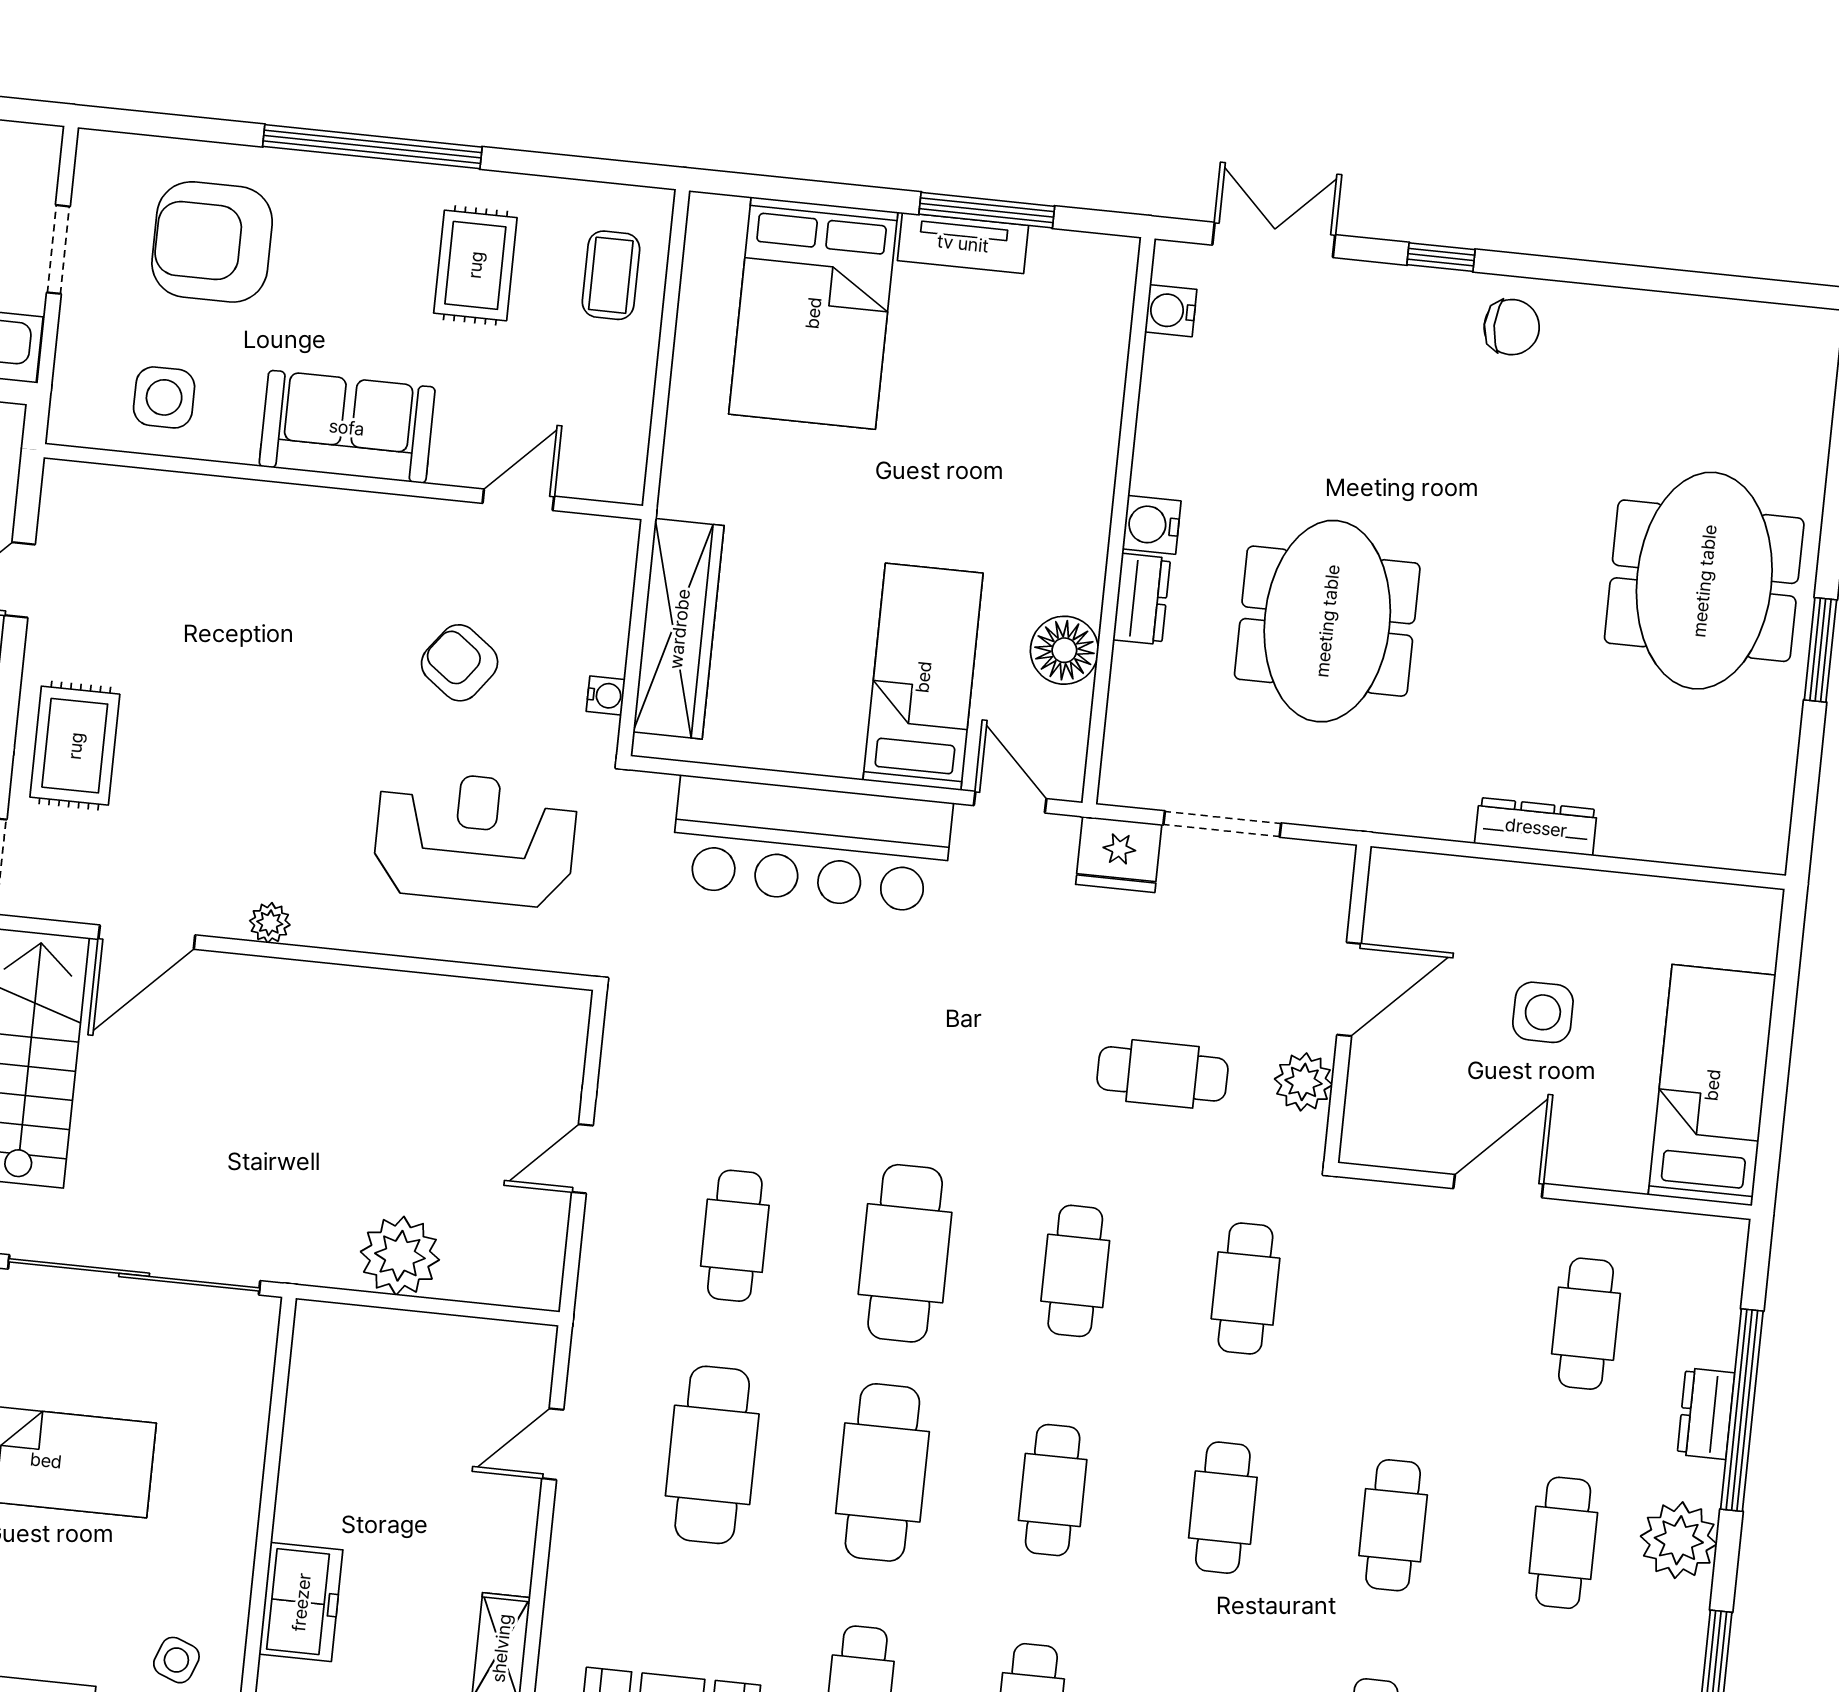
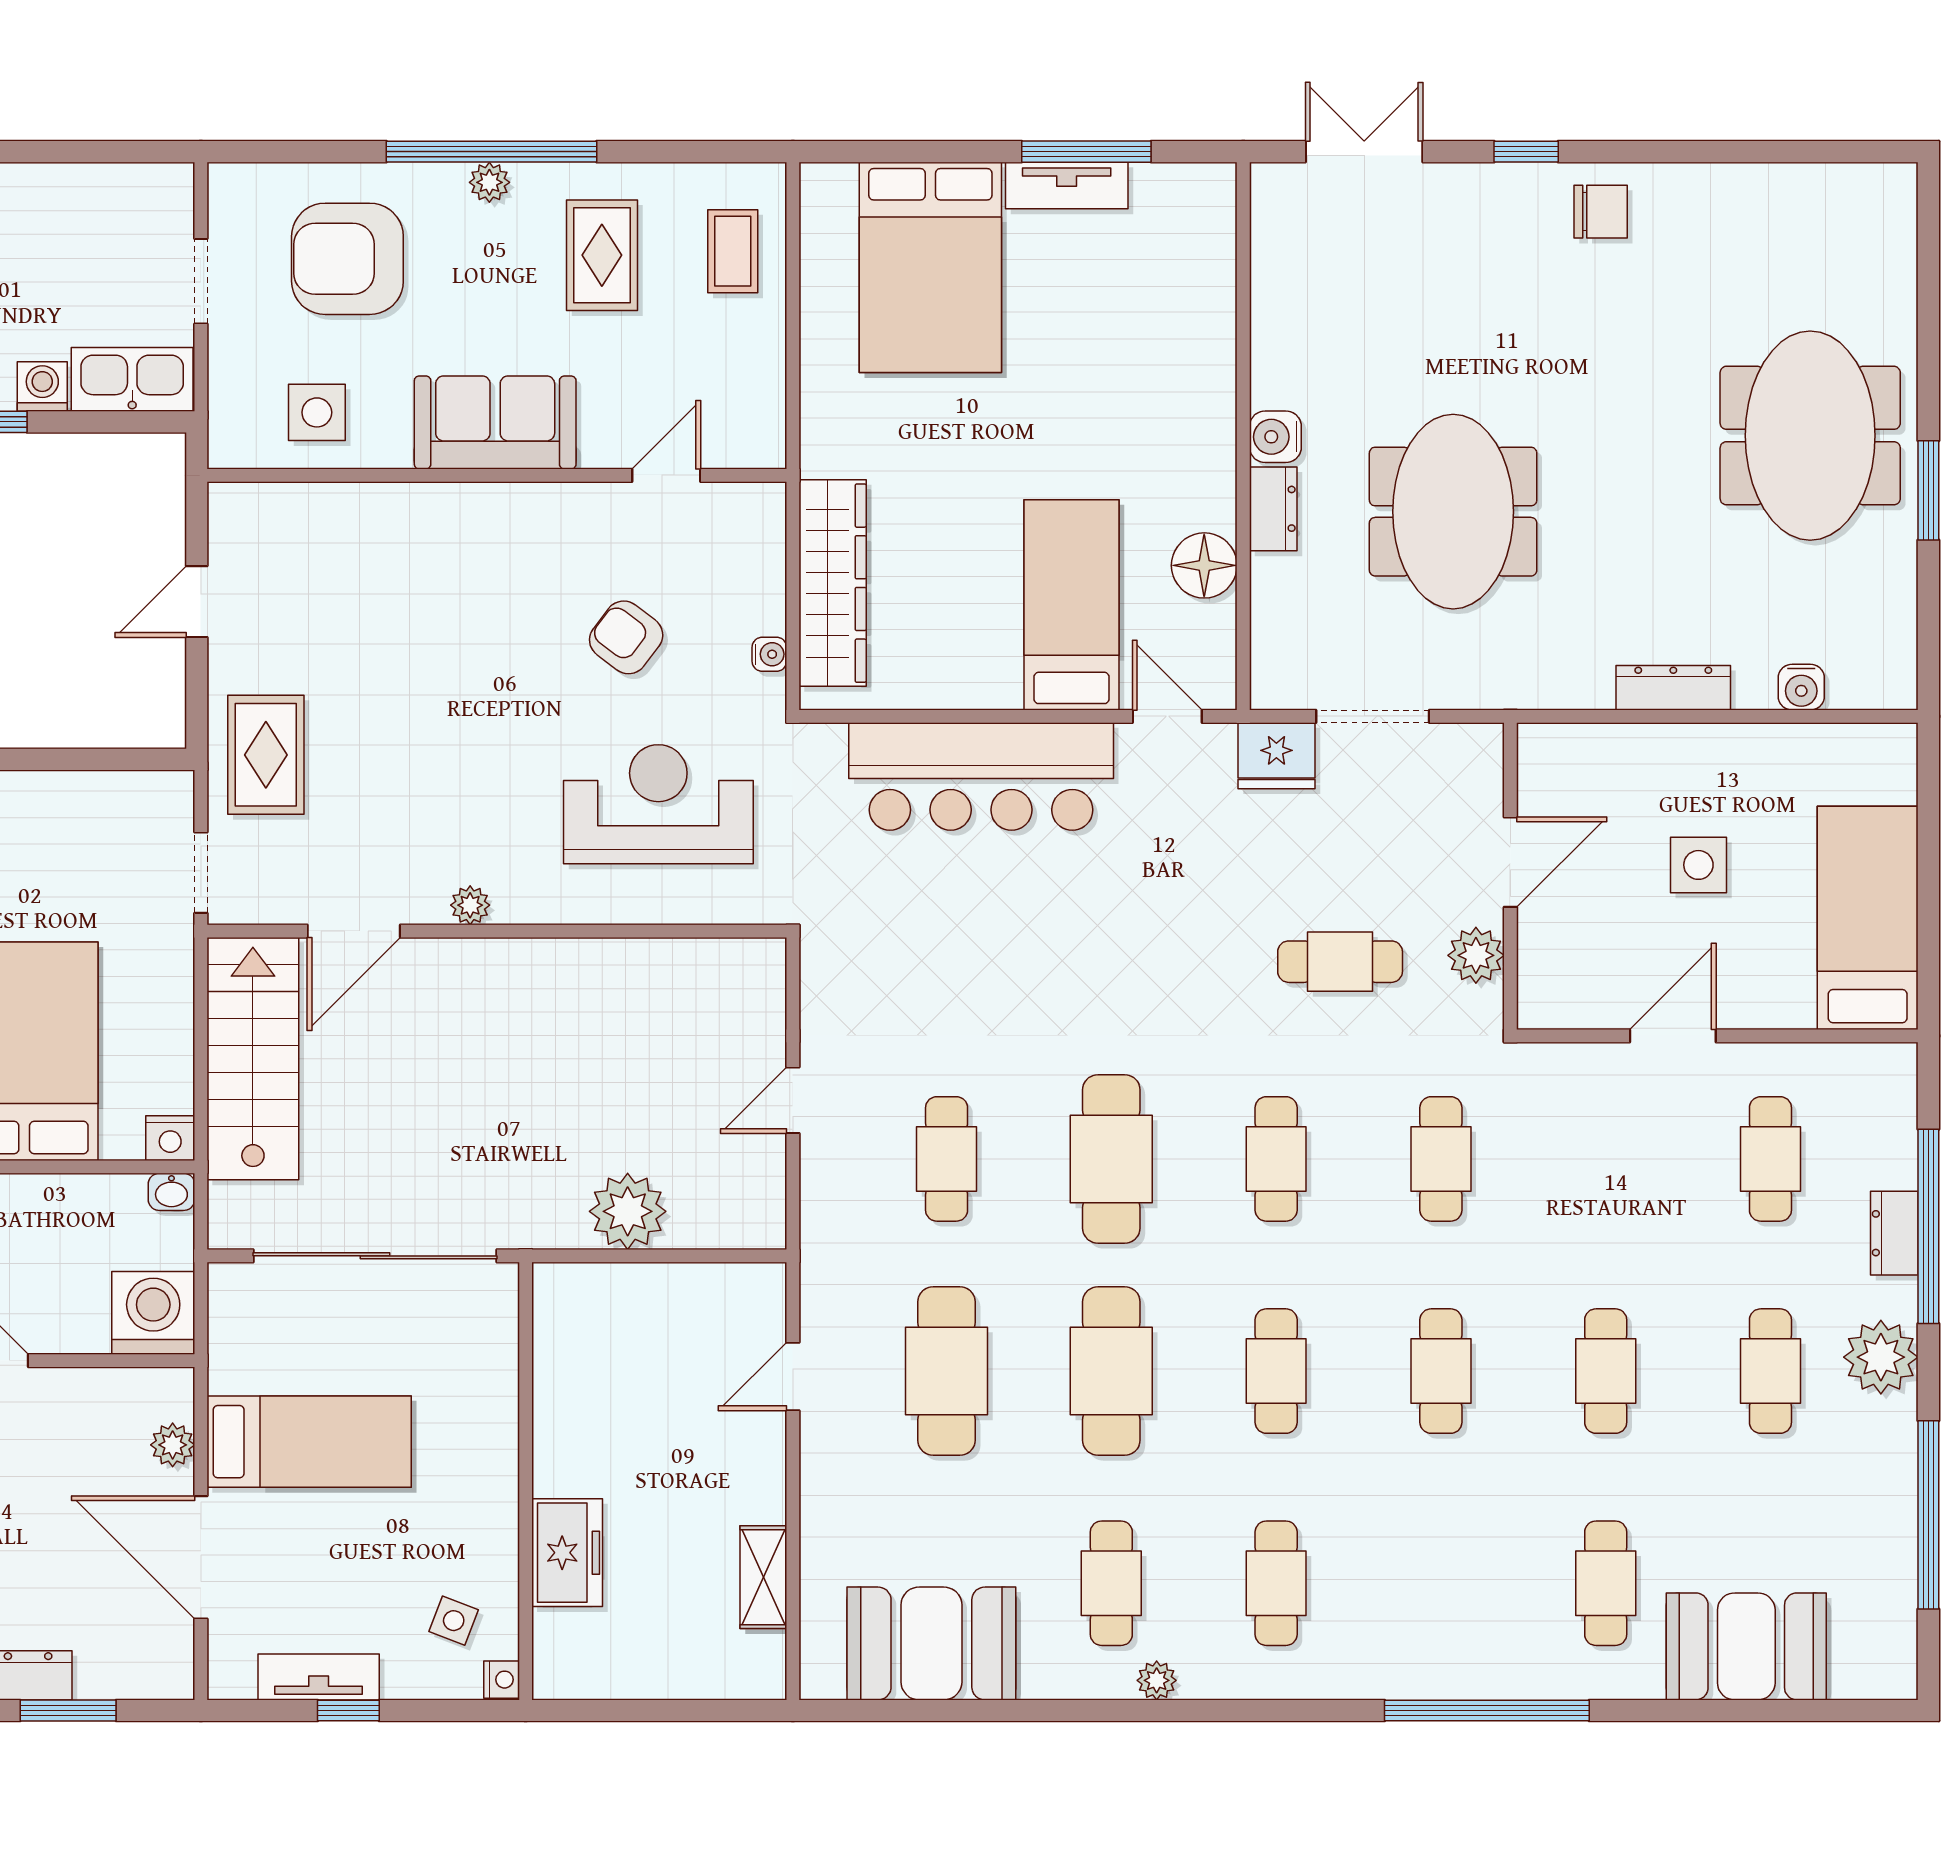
plant: (367, 178) -> (489, 182), added
water cooler: (1171, 311) -> (1801, 687), moved, turned -90

